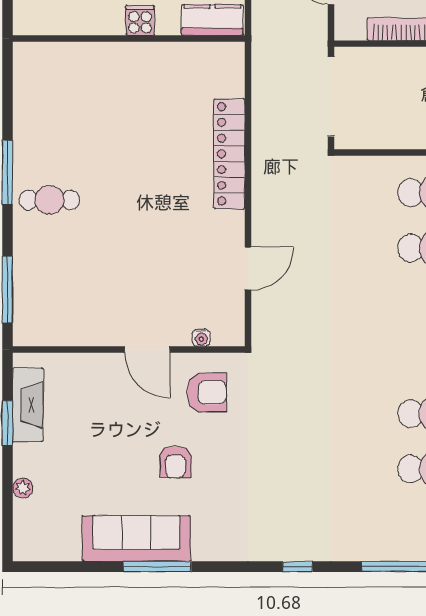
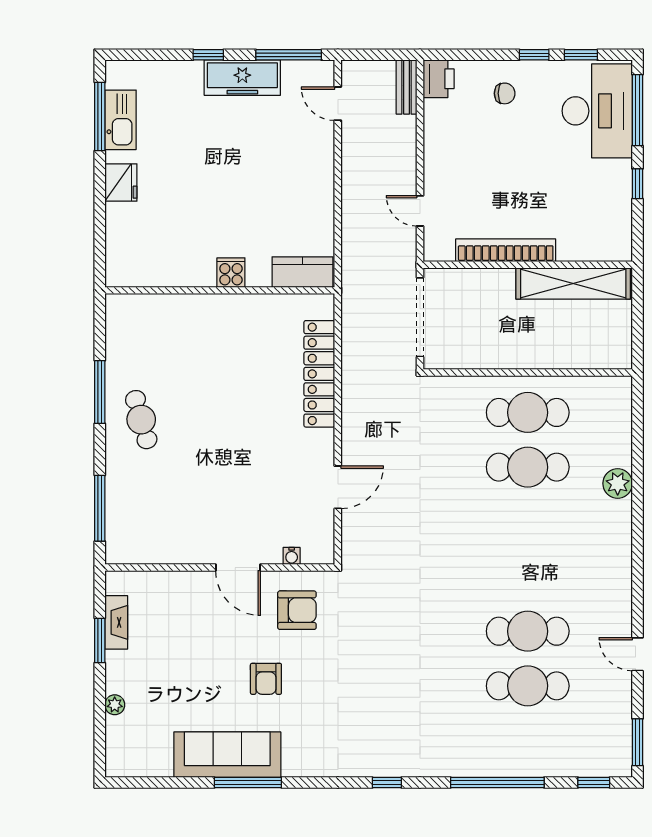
cooker: (140, 20) -> (231, 273), moved
kitchen counter: (212, 20) -> (302, 272), moved
wall: (129, 38) -> (220, 290), moved
cafe table: (49, 200) -> (141, 420), turned 74
fireplace: (28, 405) -> (116, 622), width x0.73, depth x0.76

